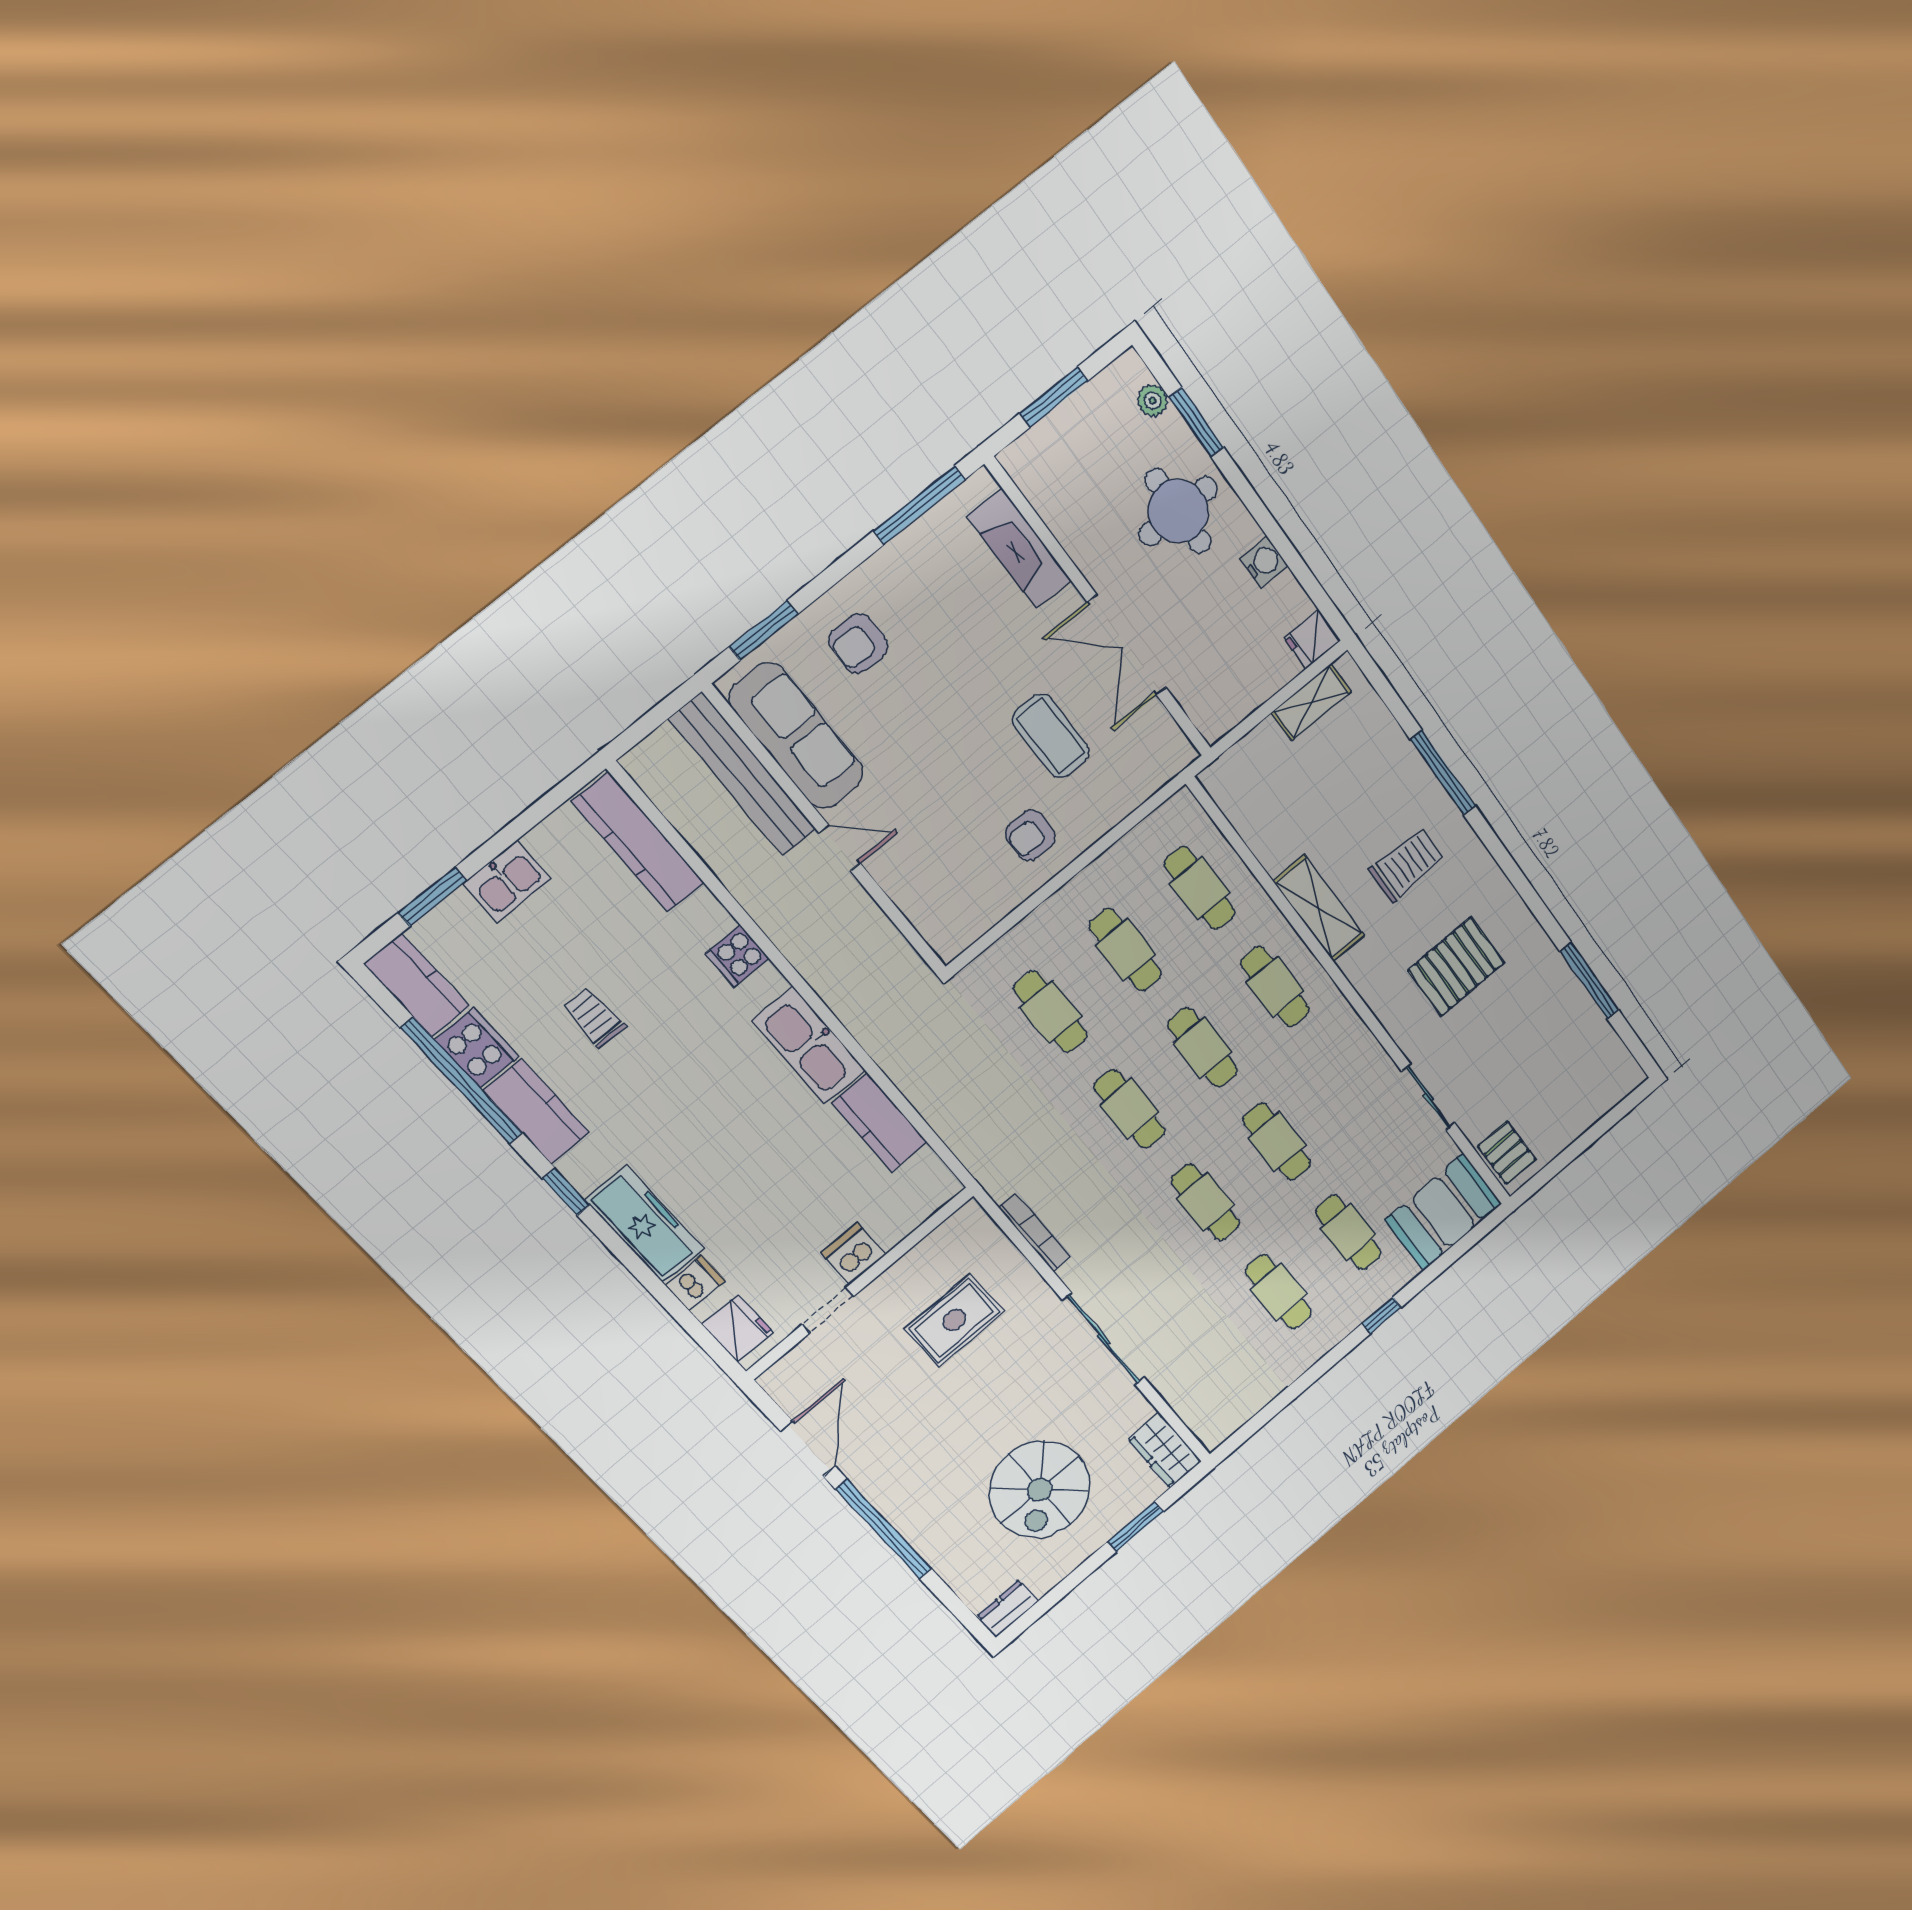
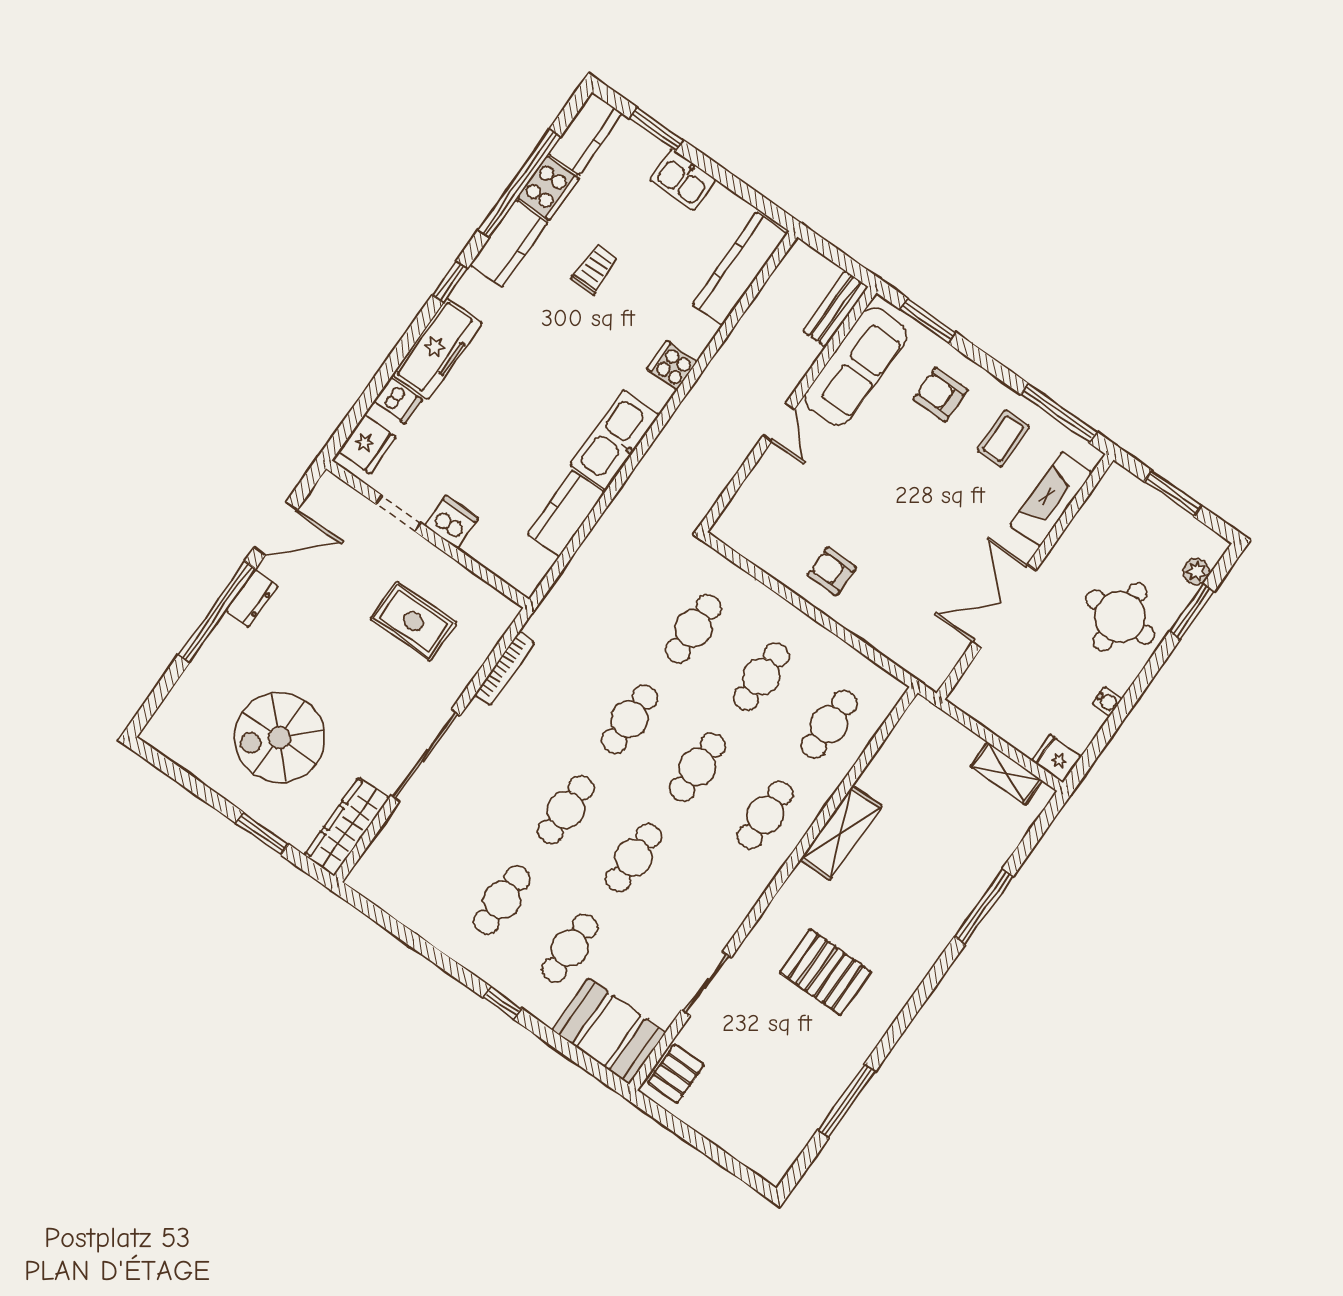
water cooler: (1264, 562) -> (1107, 701), width x0.72, depth x0.72
coffee table: (1051, 736) -> (1003, 438), moved, width x0.73, depth x0.77
bench: (743, 774) -> (835, 309), width x0.54, depth x0.82
trolley: (1407, 865) -> (898, 899), removed
wardrobe: (1165, 1450) -> (347, 827), width x1.50
dresser: (1008, 1609) -> (252, 598), moved, turned 90

